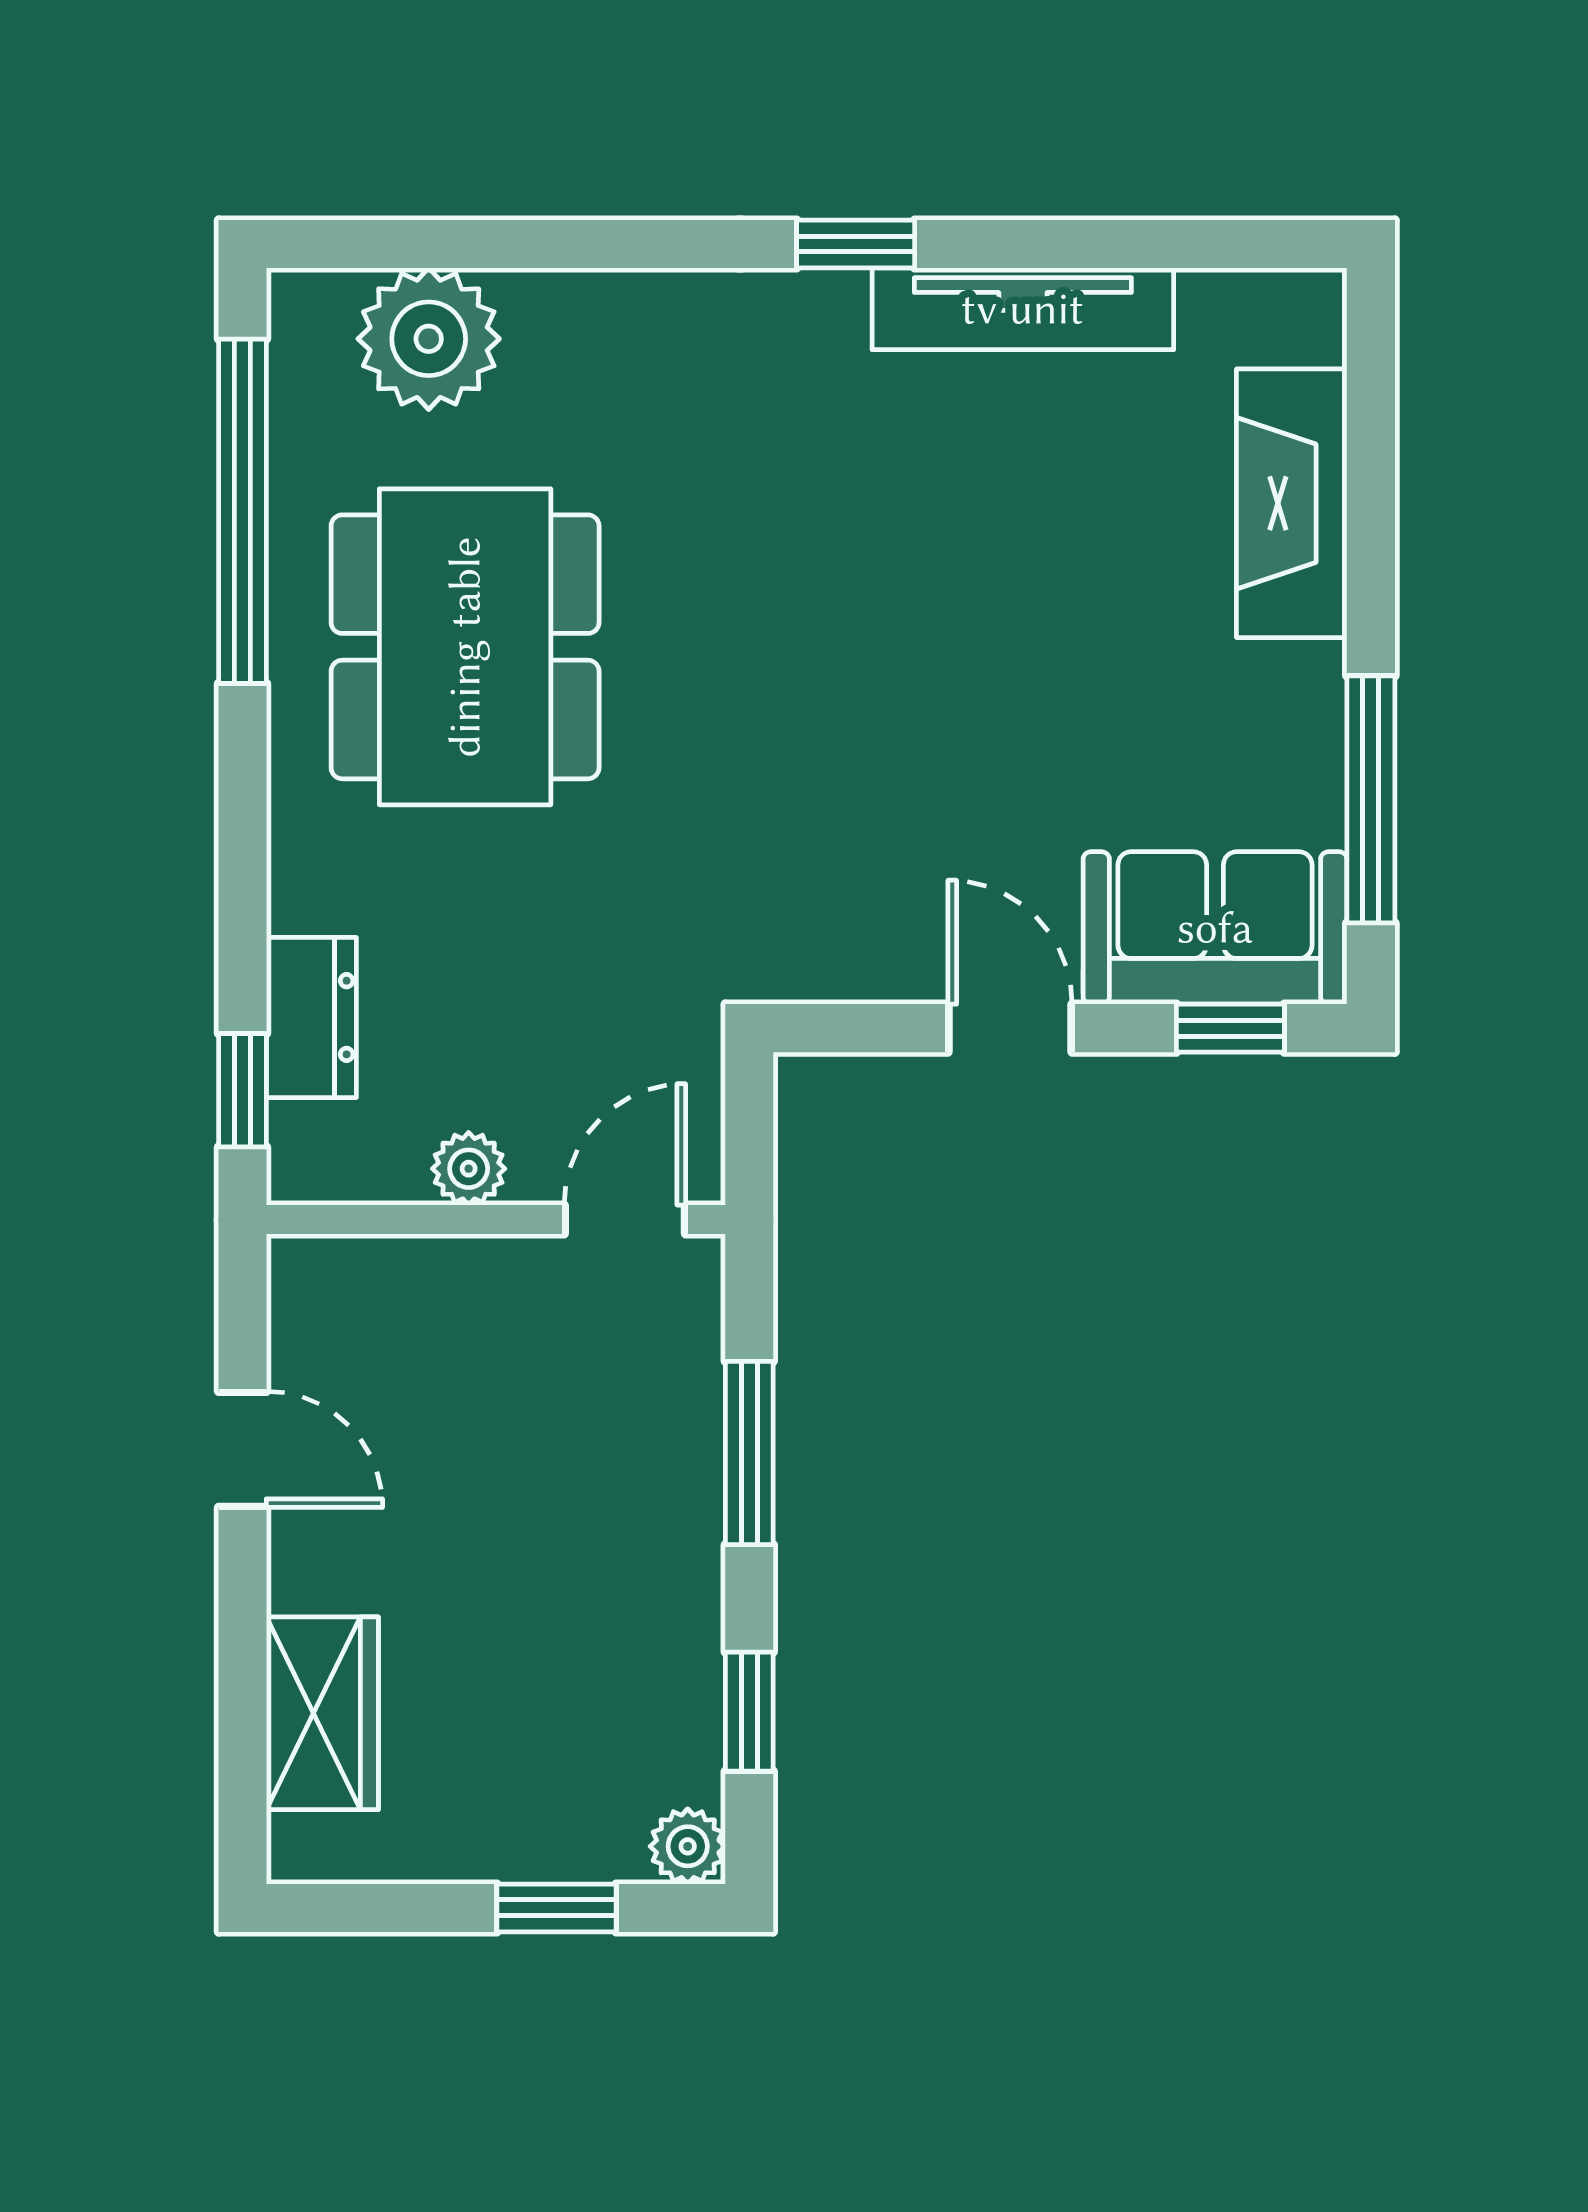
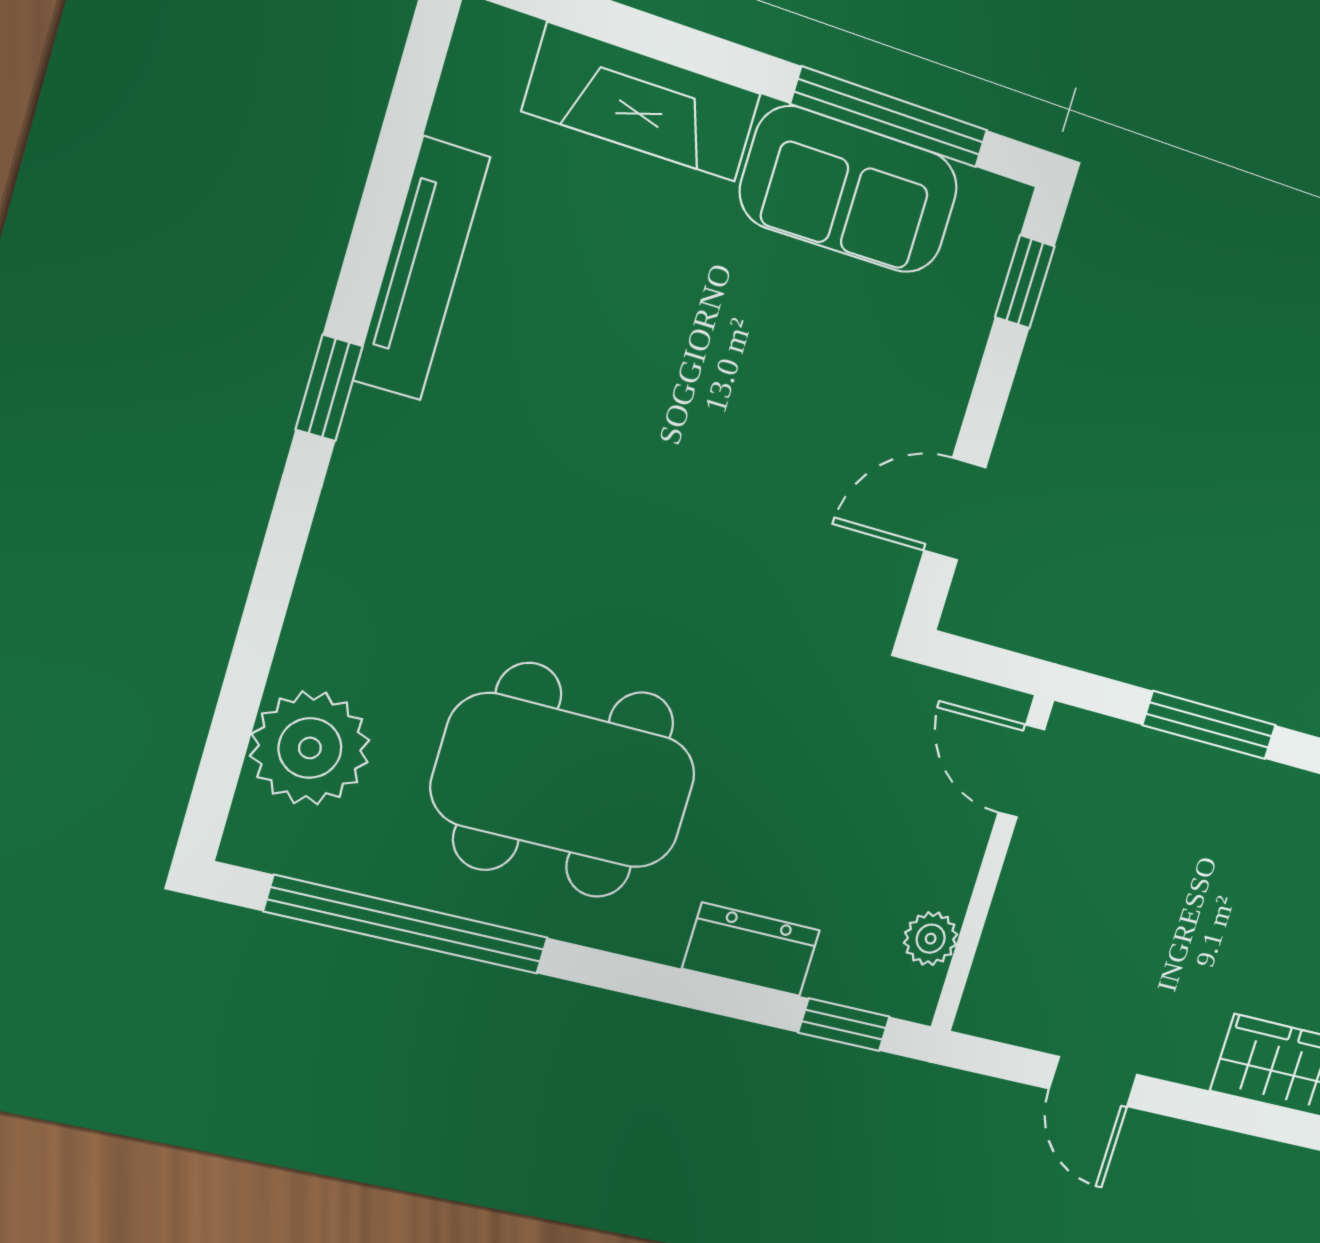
sofa: (1215, 928) -> (849, 190), moved, turned -90
dresser: (311, 1018) -> (751, 949), moved
door: (1010, 1028) -> (955, 509), moved
plant: (469, 1169) -> (931, 939), moved
door: (242, 1449) -> (1093, 1082), swing flipped

